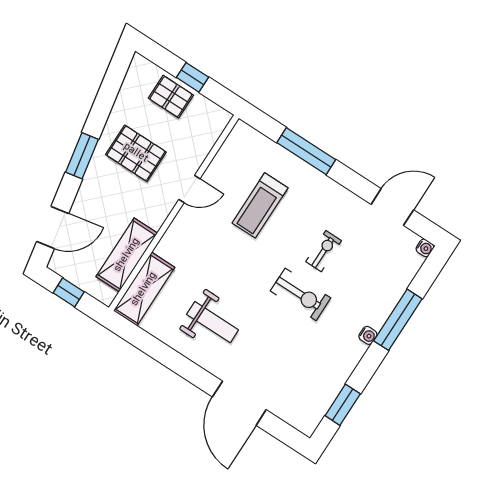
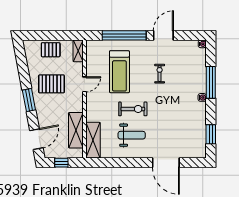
window: (192, 77) -> (55, 35), removed
shelving: (215, 128) -> (78, 51), added
window: (306, 151) -> (124, 35), width x1.46
treadmill: (260, 205) -> (119, 72), width x1.37, depth x1.38
door: (392, 207) -> (163, 35), moved
exercise bike: (301, 294) -> (133, 109), moved

